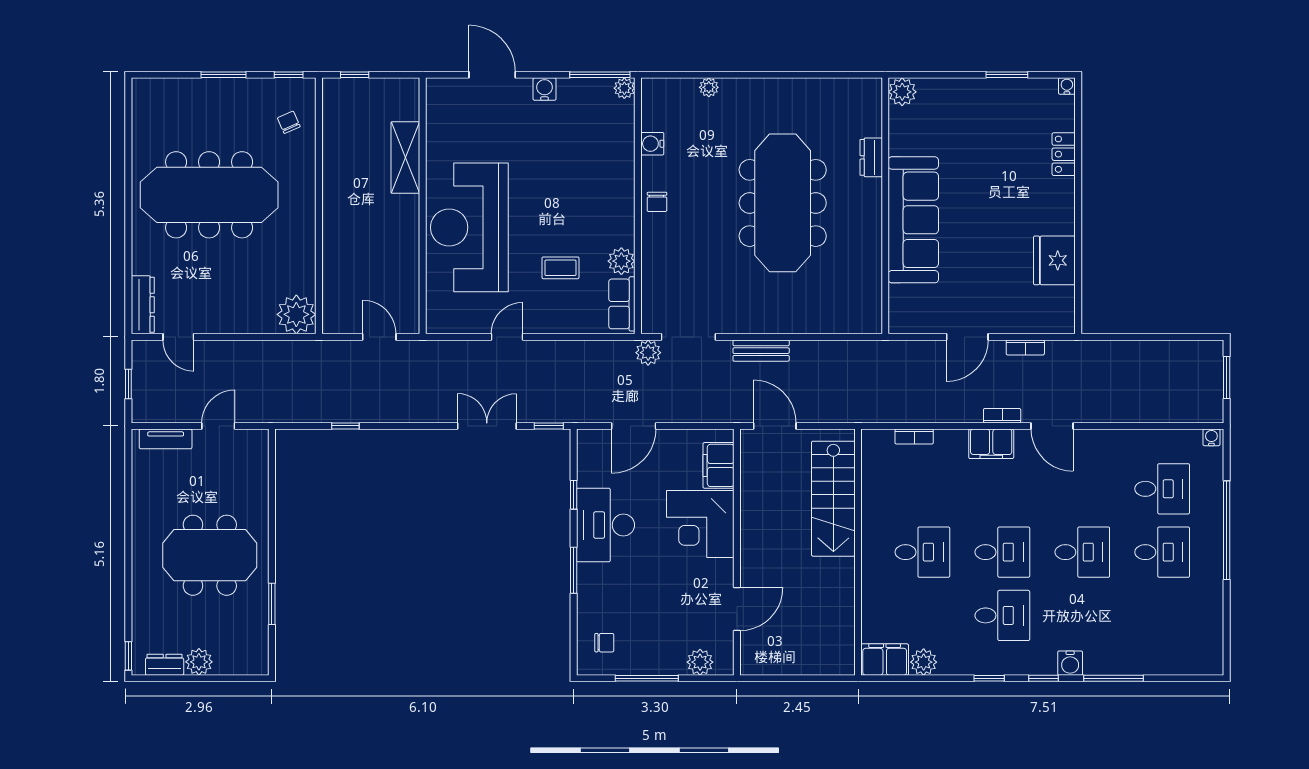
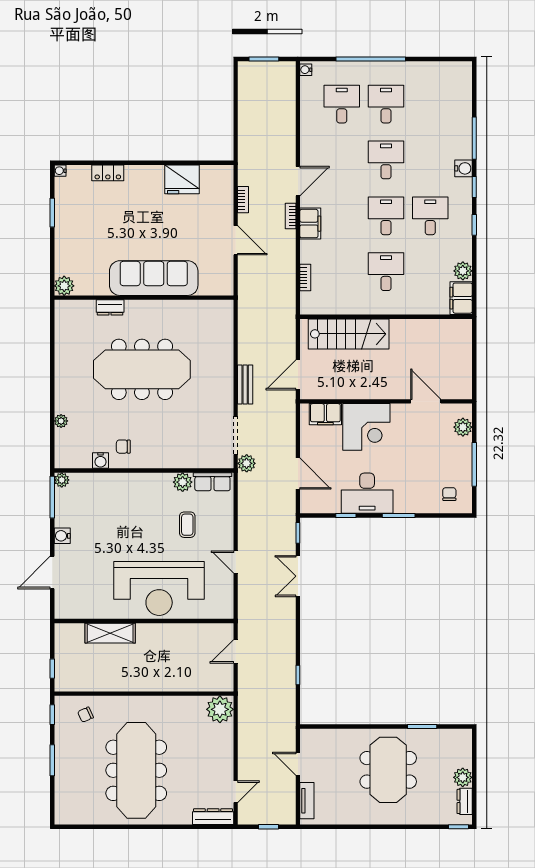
chair: (657, 202) -> (123, 447), moved, turned 180

